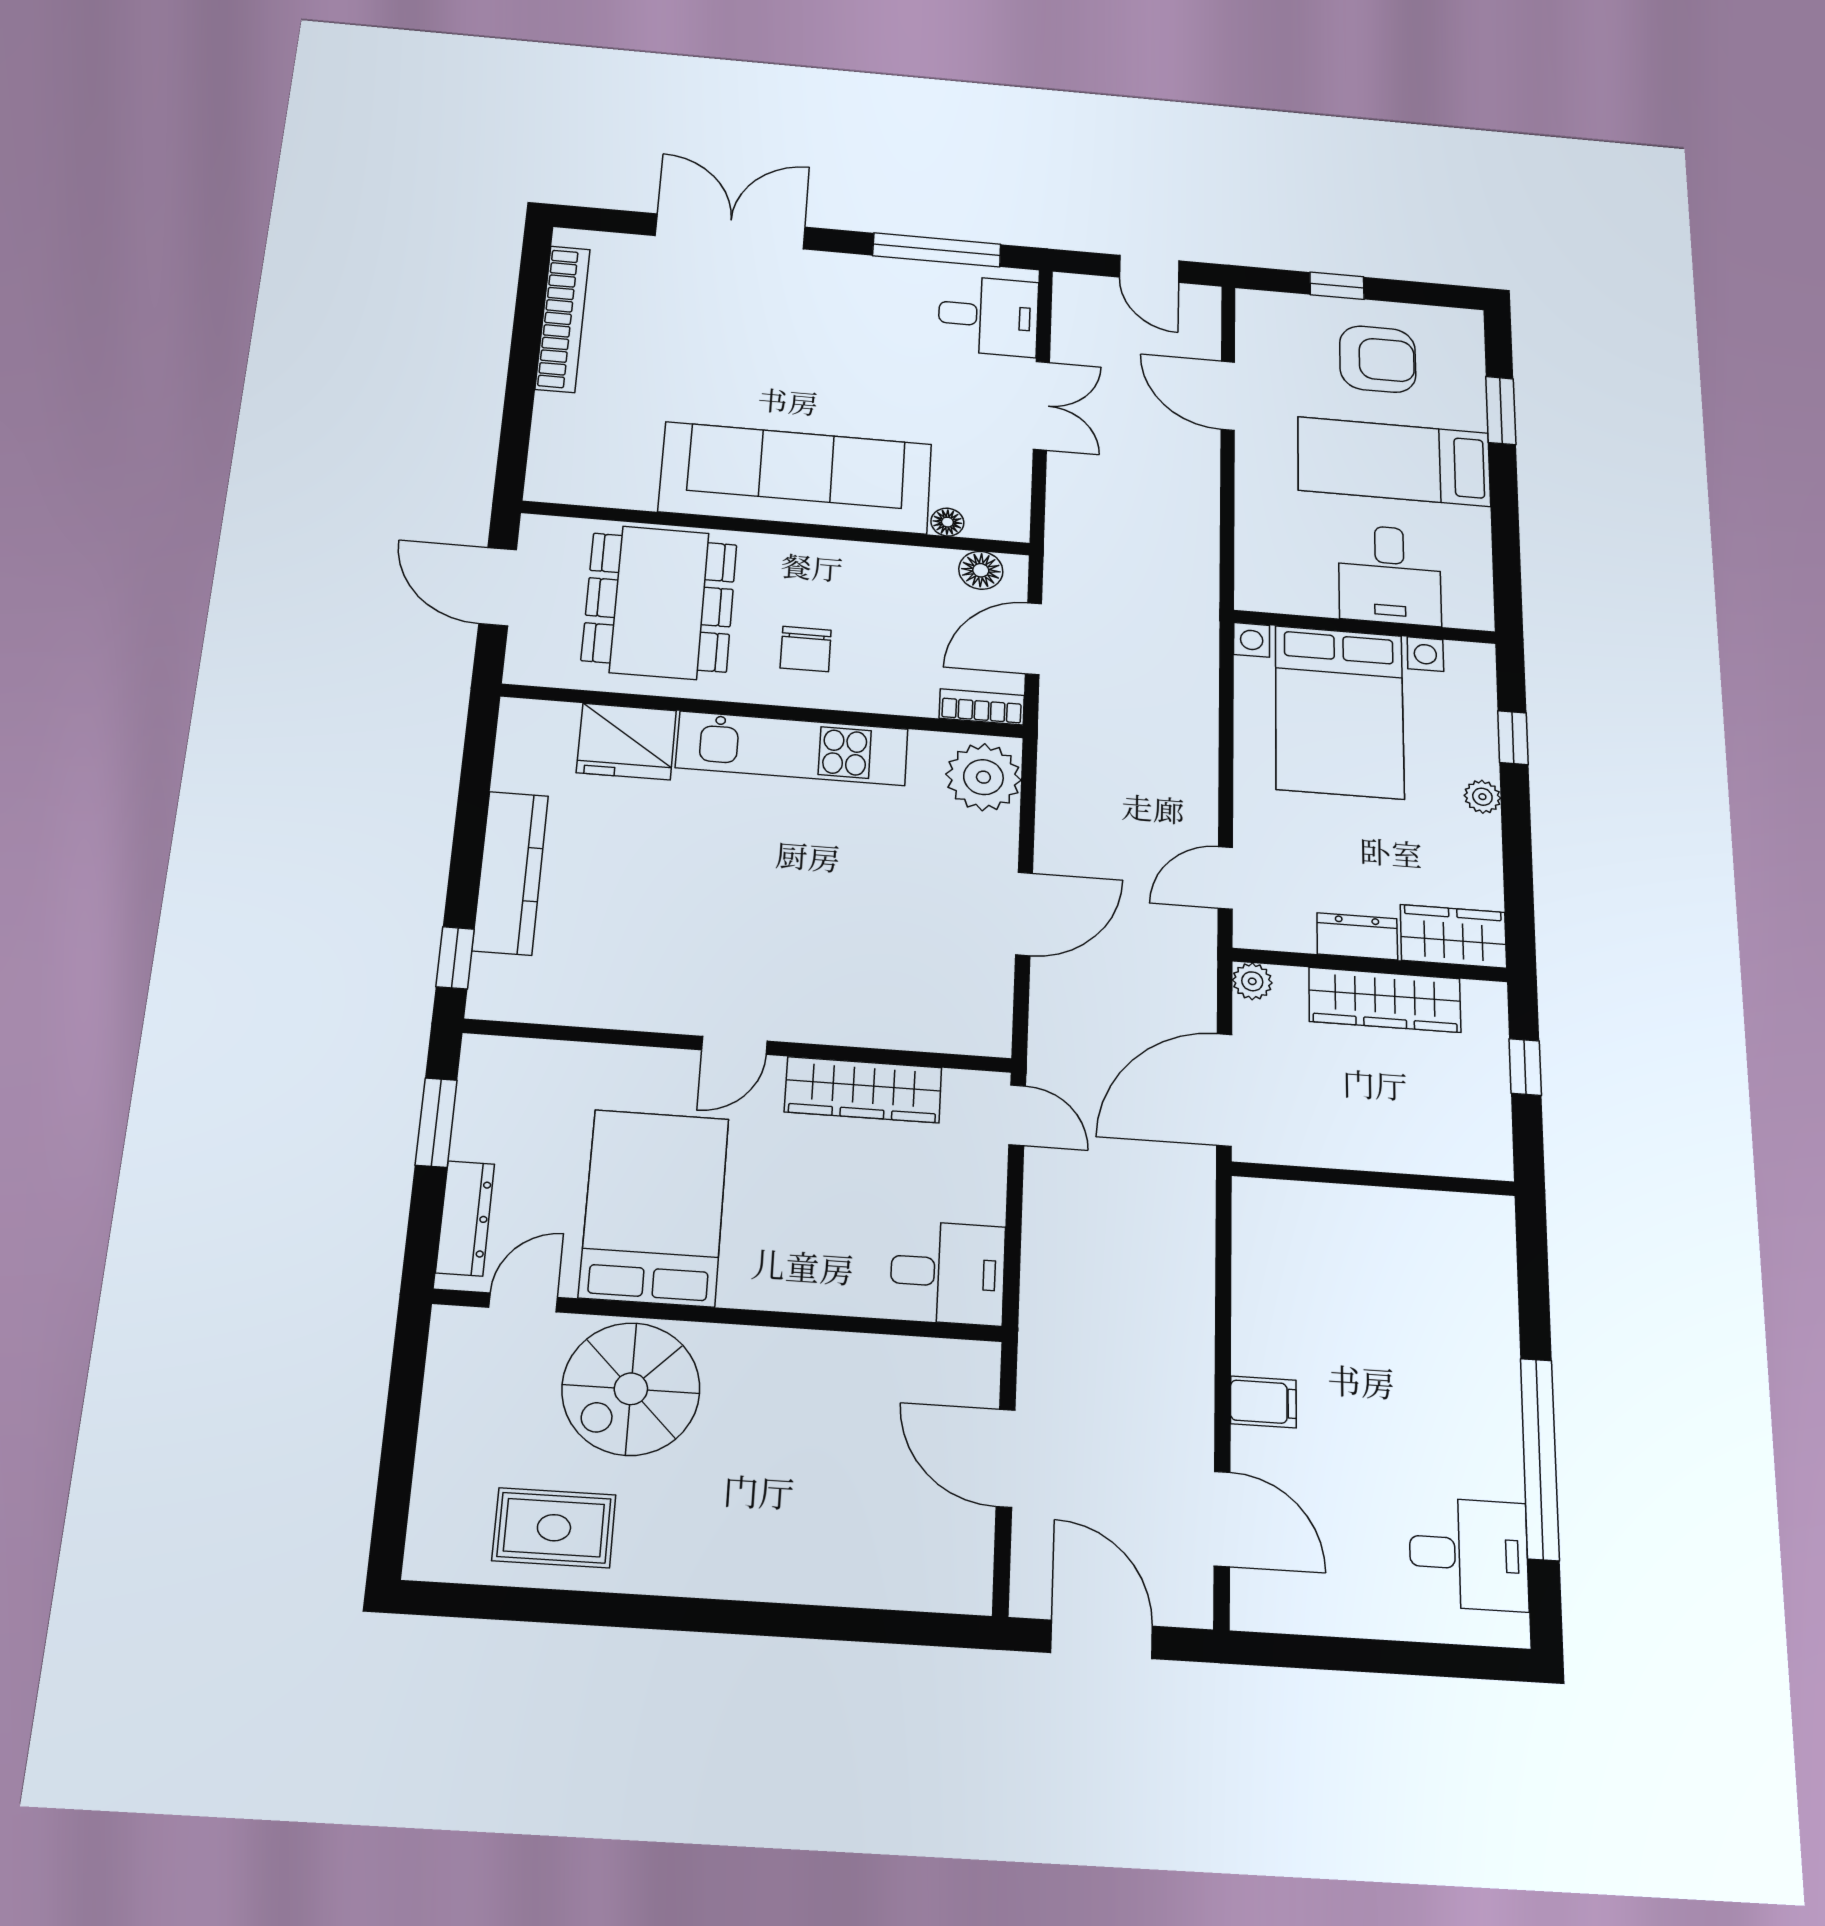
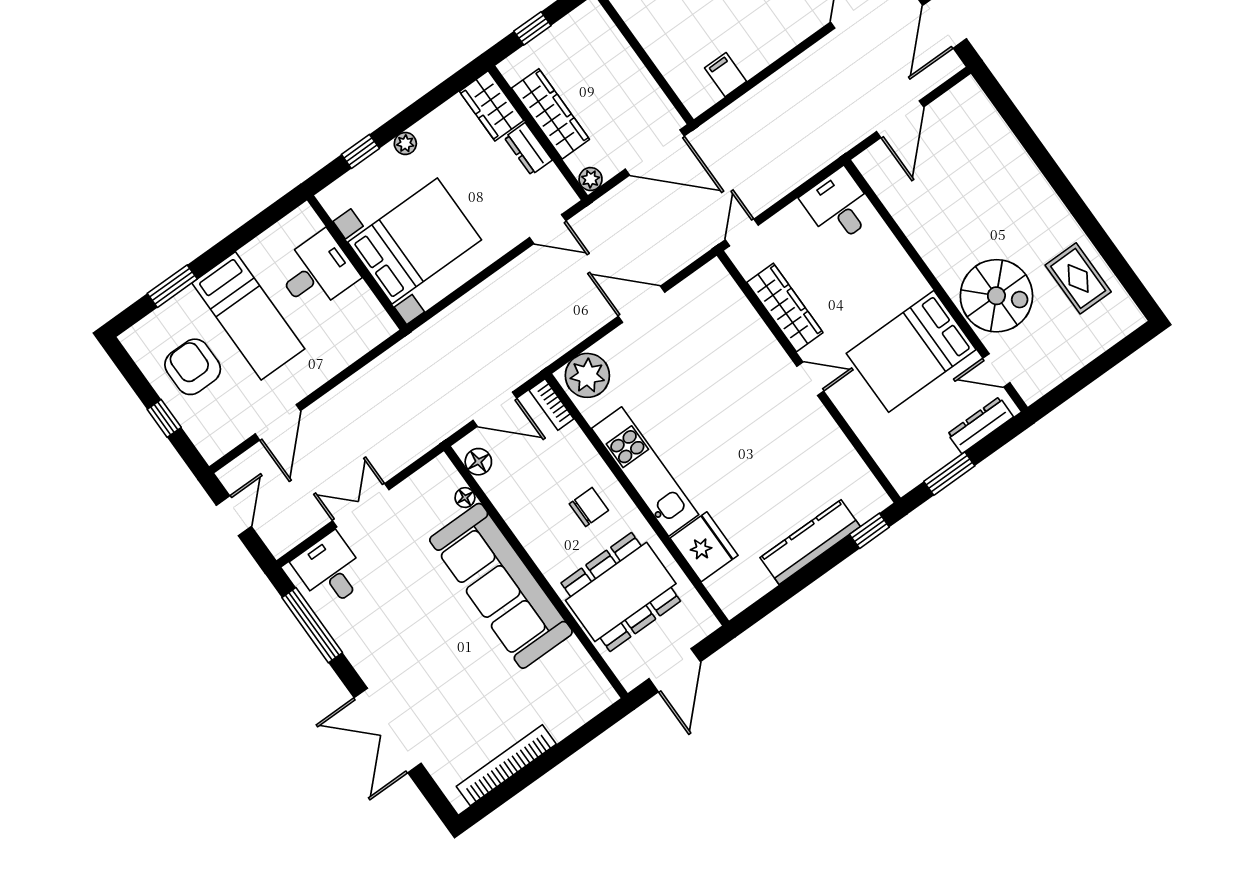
filing cabinet: (1263, 1402) -> (726, 75), moved

